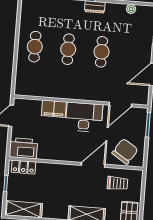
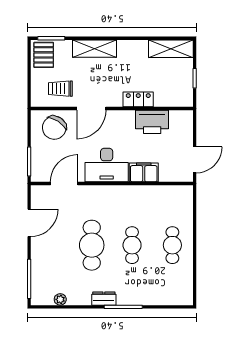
cafe table: (102, 52) -> (92, 245), width x1.37, depth x1.35
printer: (23, 148) -> (152, 122), moved
locker: (23, 167) -> (138, 99), moved

